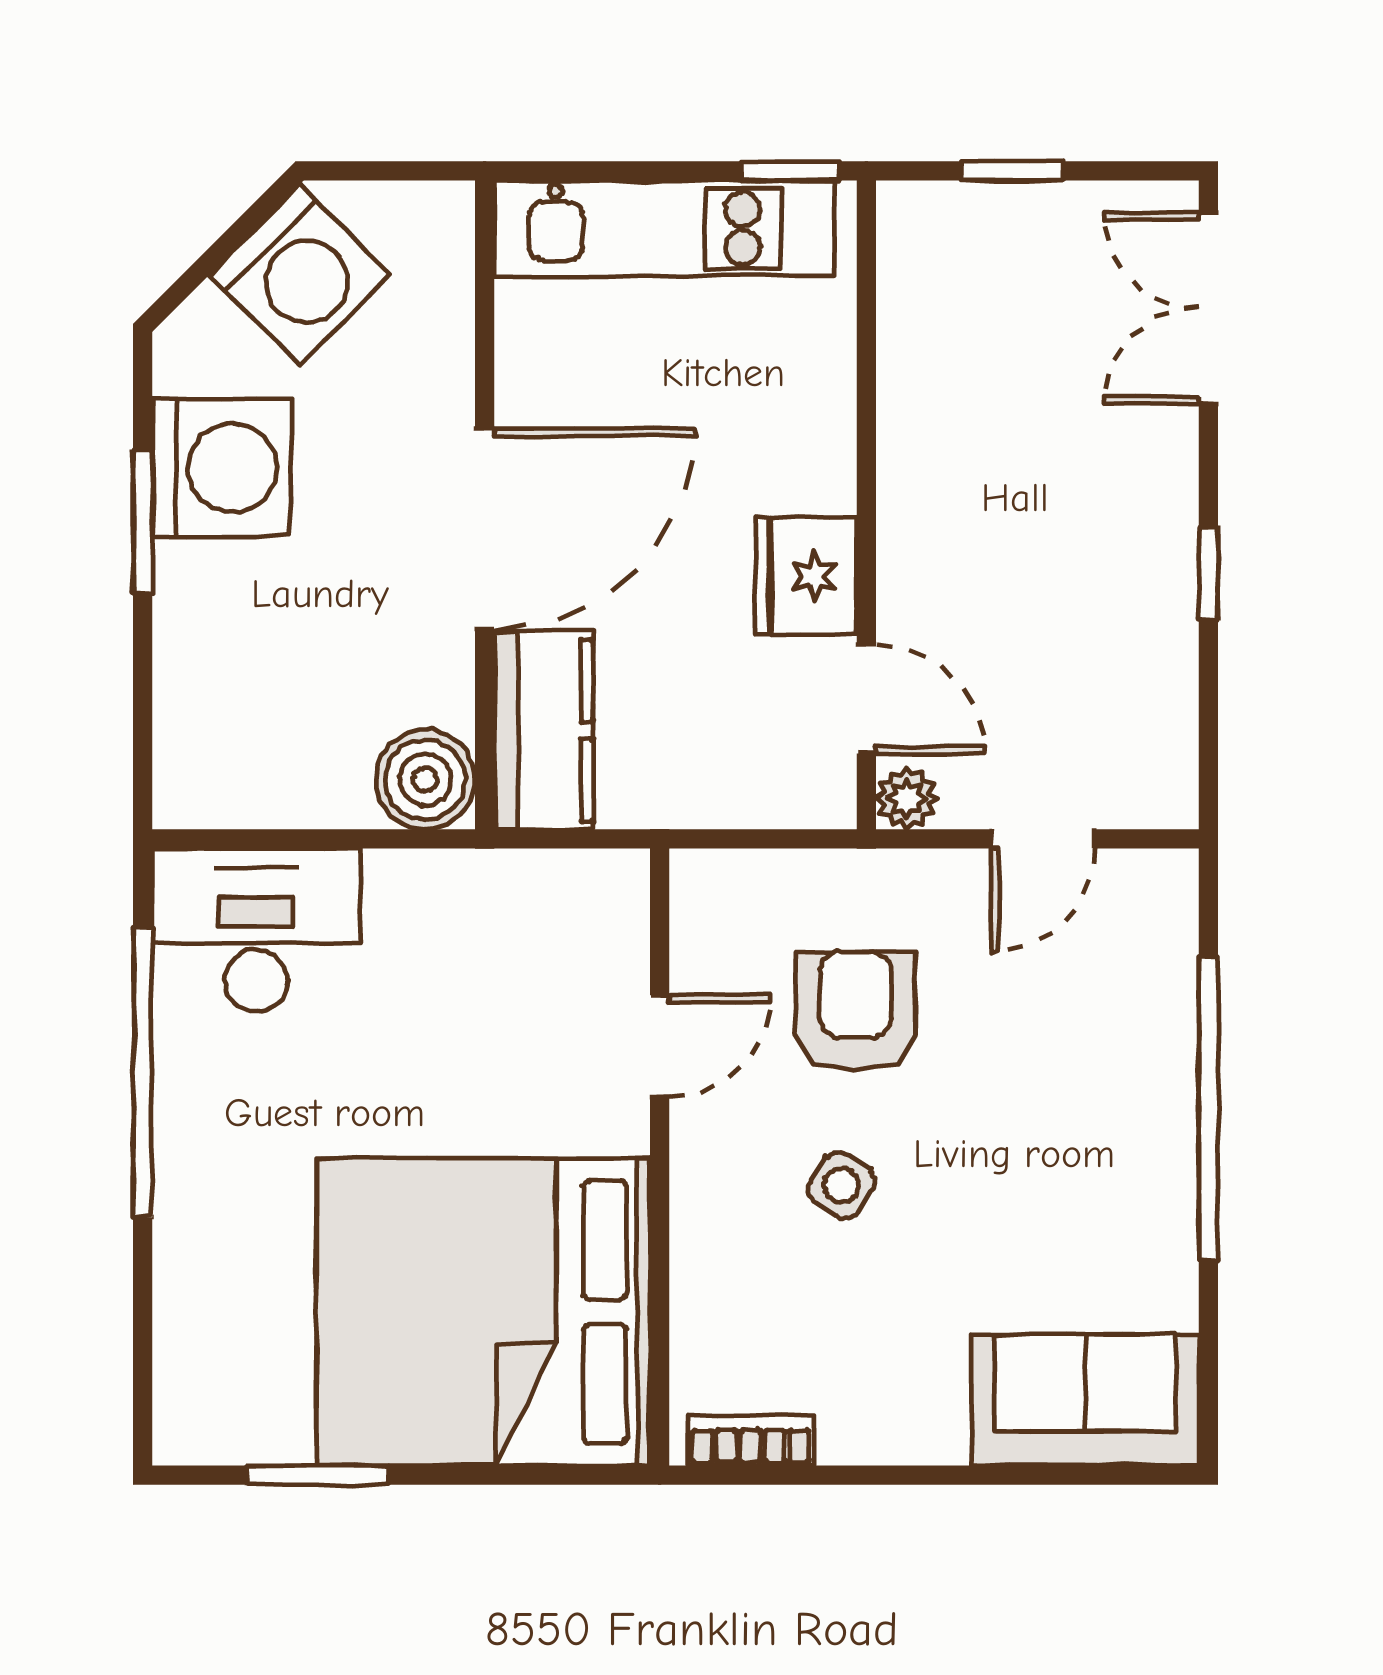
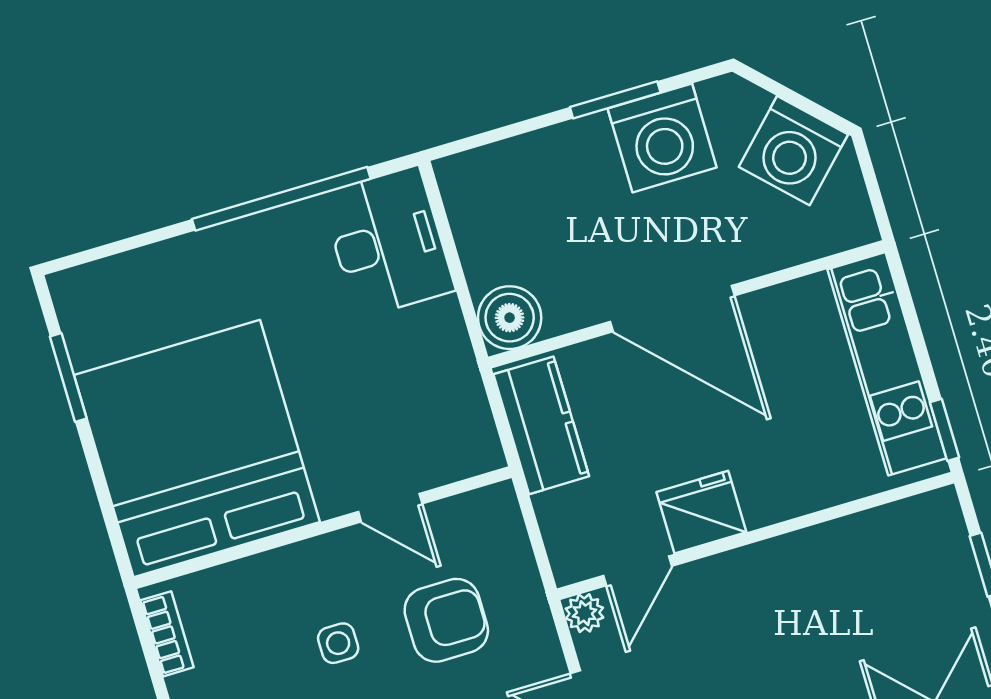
kitchen counter: (544, 730) -> (541, 425), moved, turned -90
side table: (842, 1185) -> (338, 643), turned -33

